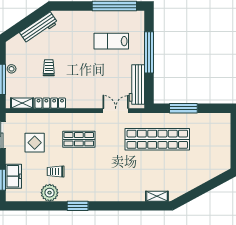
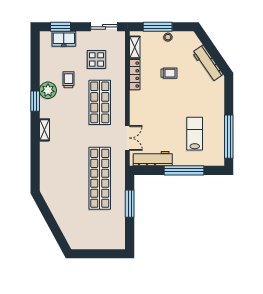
shop shelf: (79, 139) -> (100, 102), width x1.43, depth x1.36
plant: (50, 193) -> (48, 90), moved
shelving: (157, 196) -> (44, 130), moved

